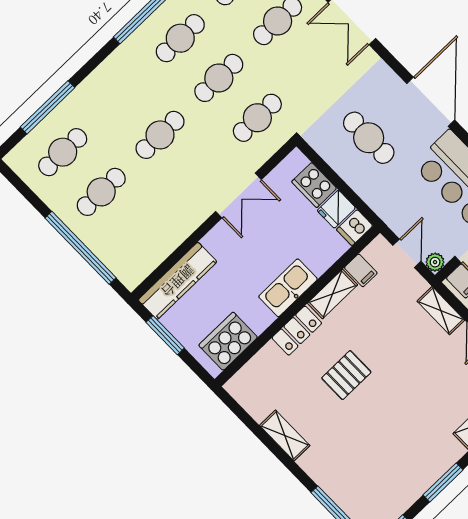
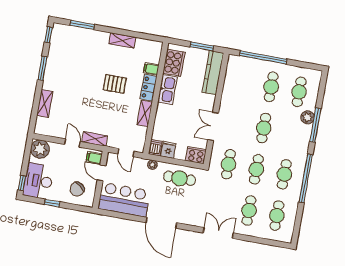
plant: (78, 102) -> (307, 117), added
window: (48, 107) -> (315, 125), moved
cafe table: (369, 138) -> (180, 178), moved
cooker: (314, 185) -> (196, 155), moved
plant: (435, 262) -> (152, 165), moved
filing cabinet: (361, 270) -> (151, 69), moved
kitchen sink: (288, 288) -> (167, 89), moved
pallet: (346, 375) -> (115, 84), turned 90

